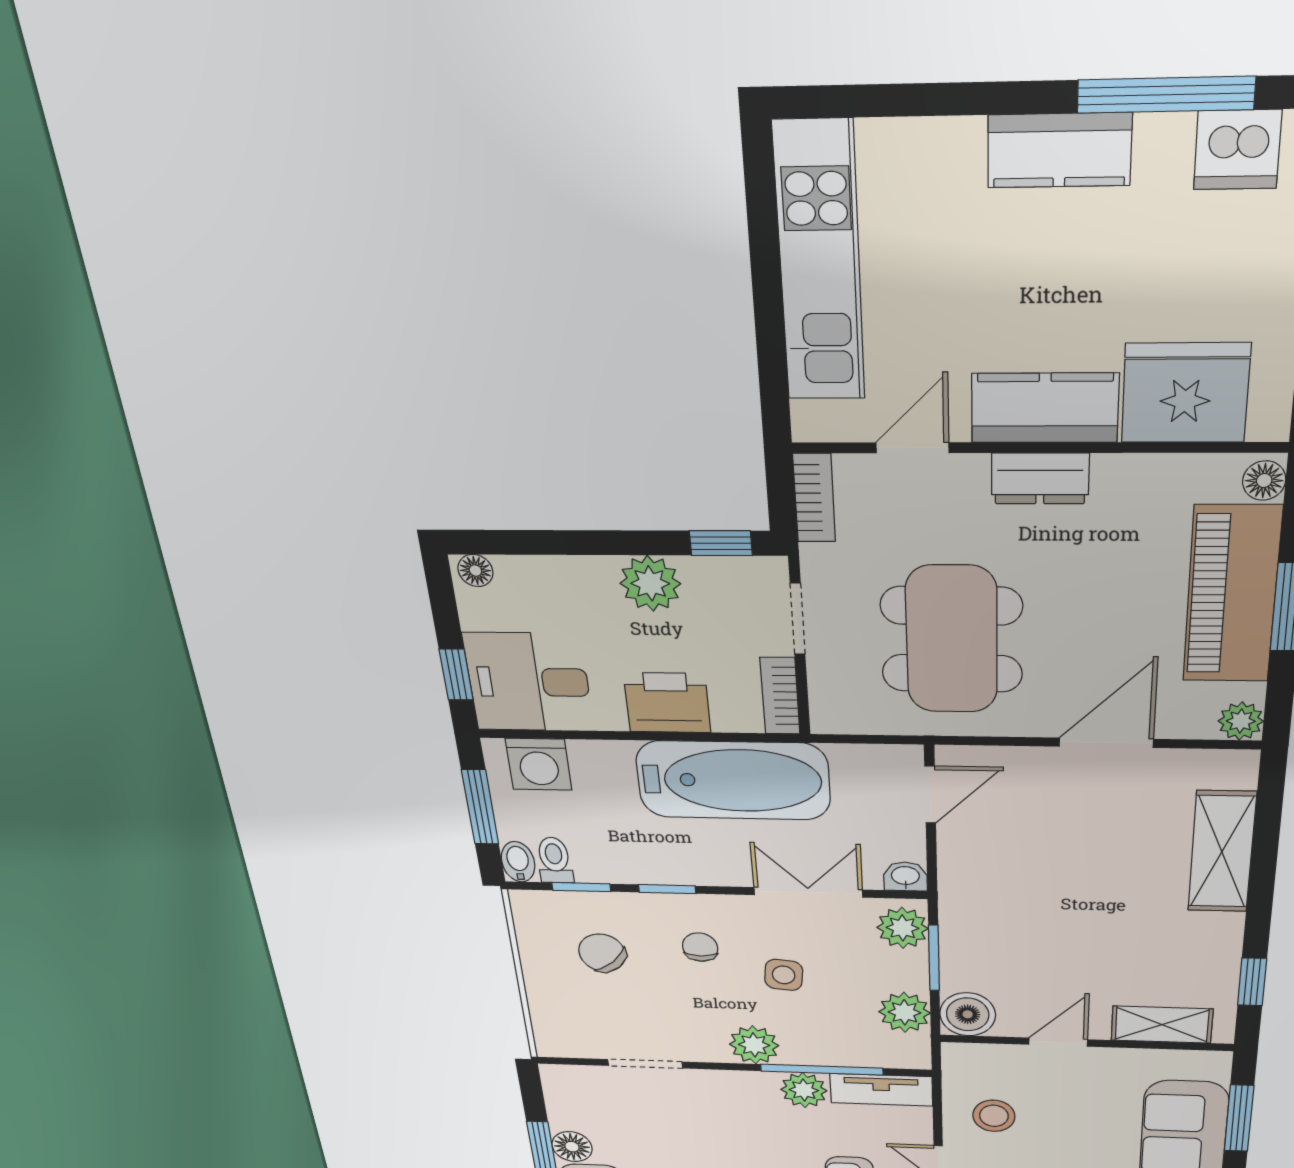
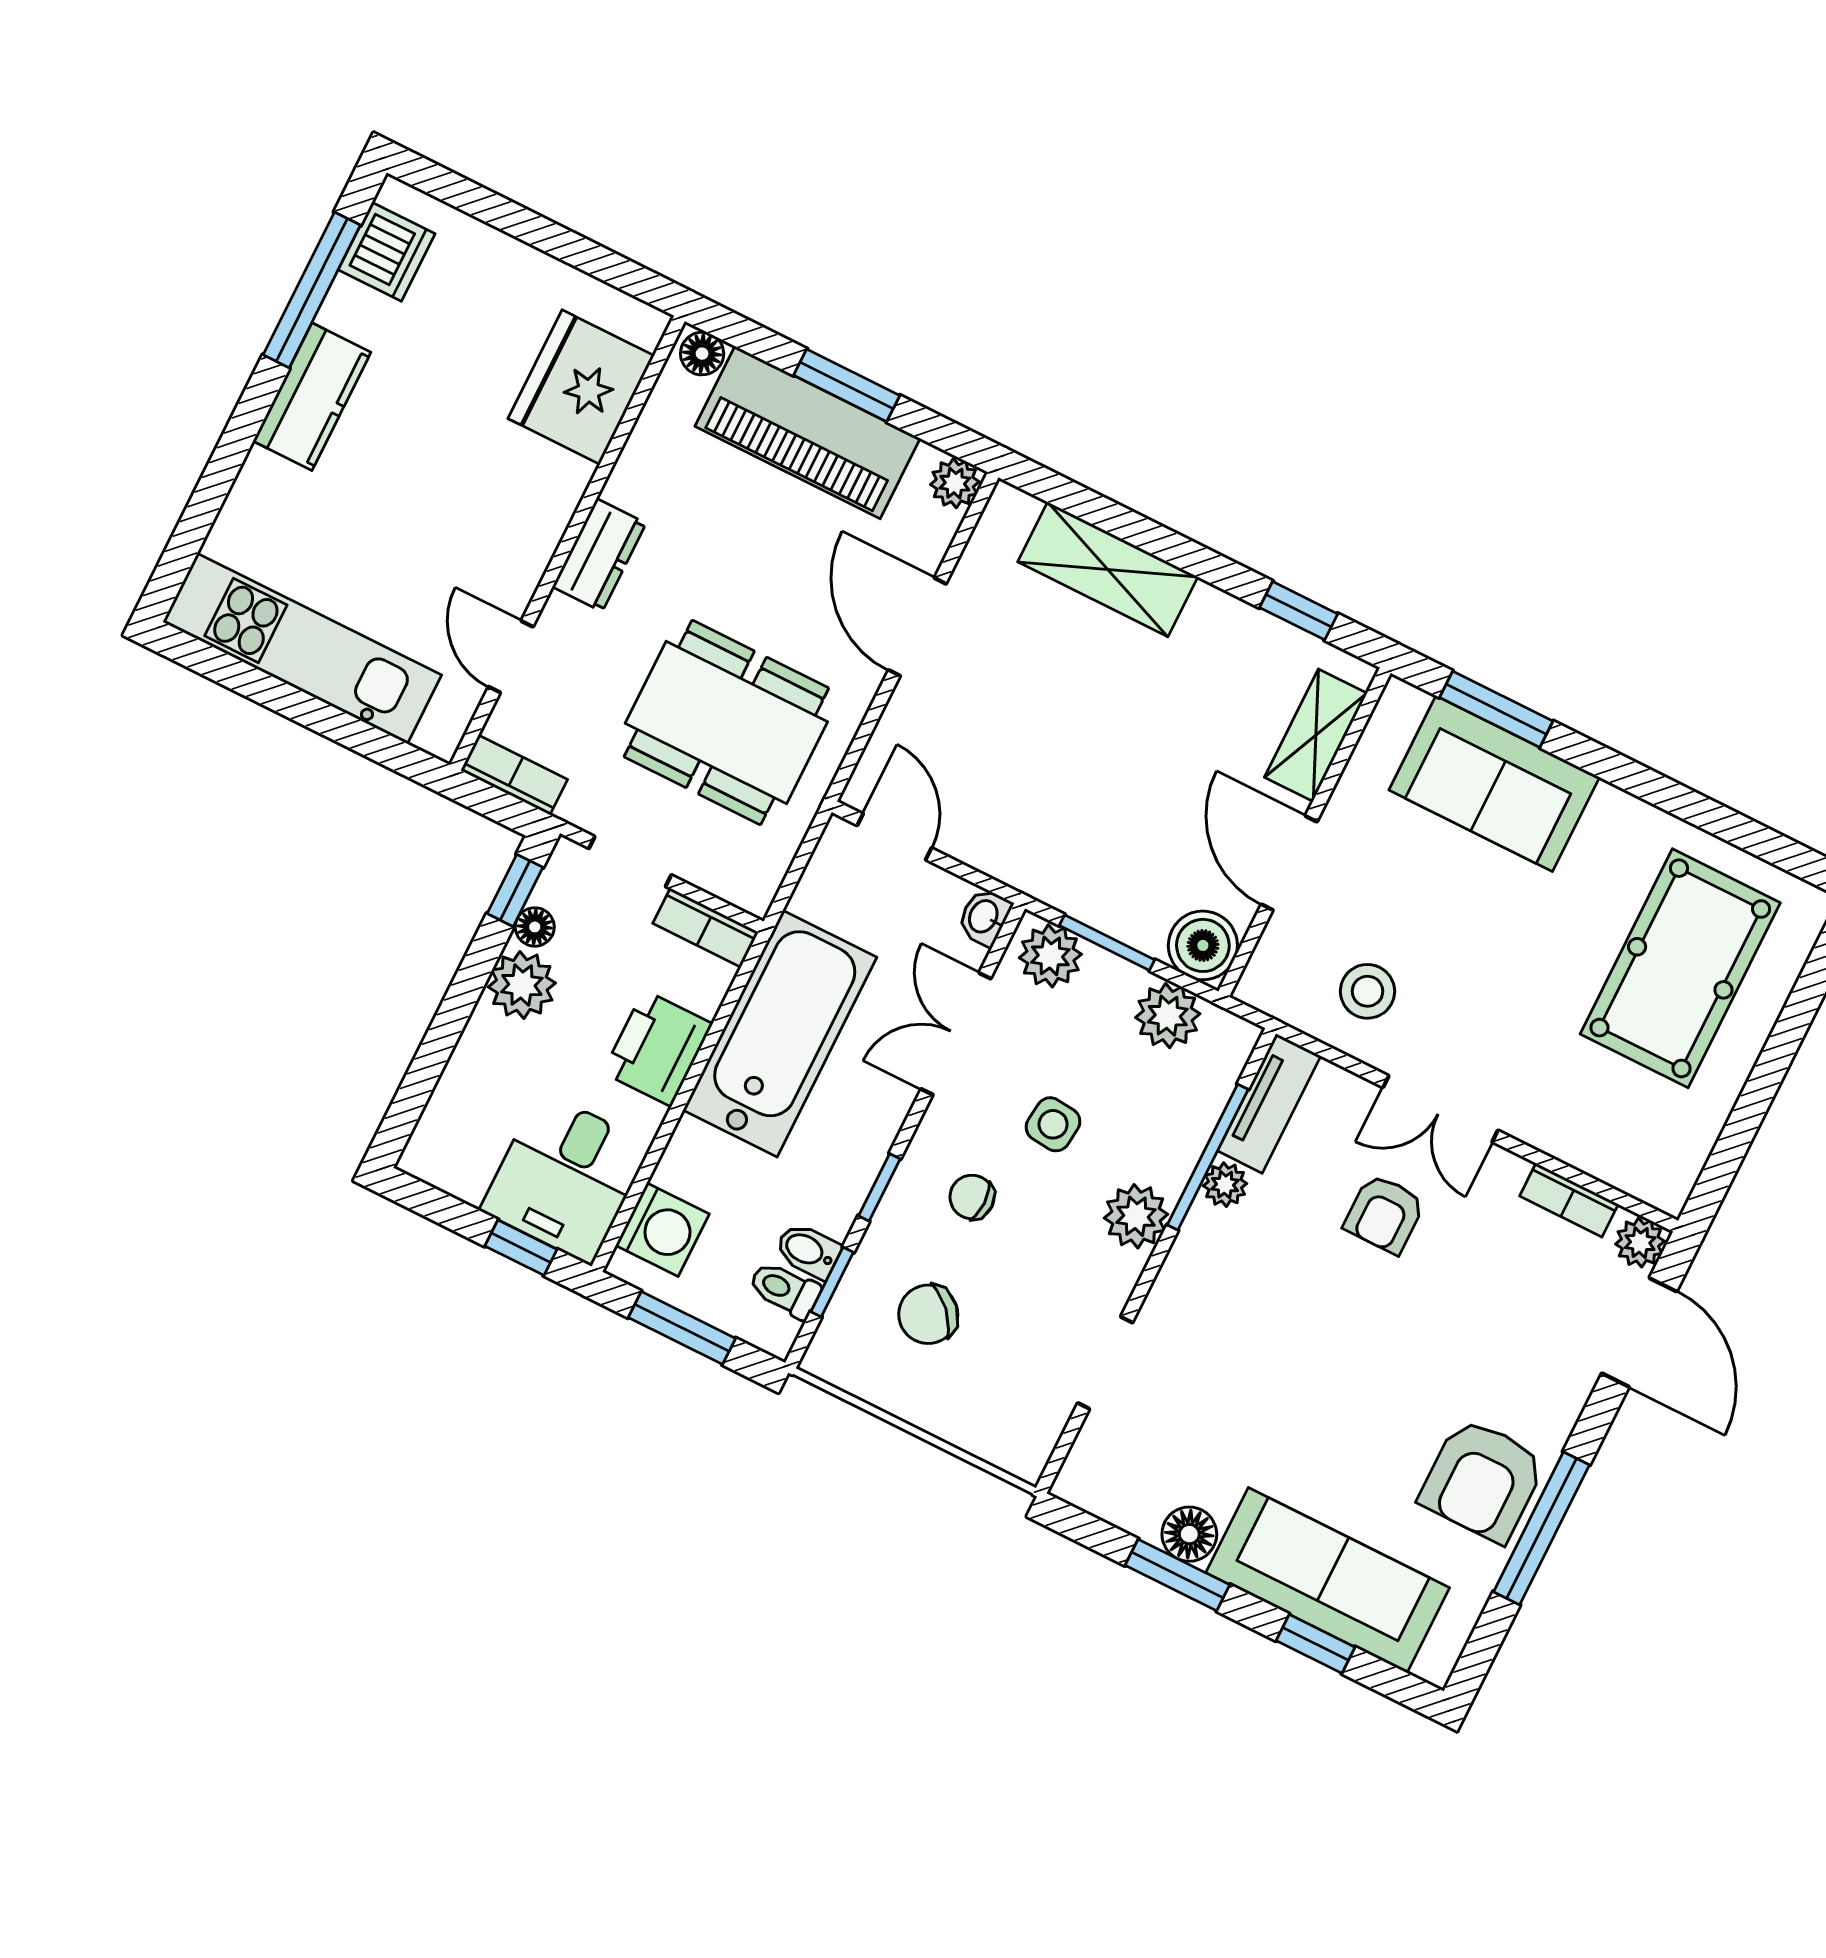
kitchen counter: (1045, 408) -> (533, 518), removed
floor lamp: (475, 571) -> (535, 927), moved
bidet: (518, 862) -> (808, 1251), moved
door: (1058, 1042) -> (1289, 863), width x1.37
plant: (804, 1090) -> (1225, 1185), width x0.73, depth x0.73

